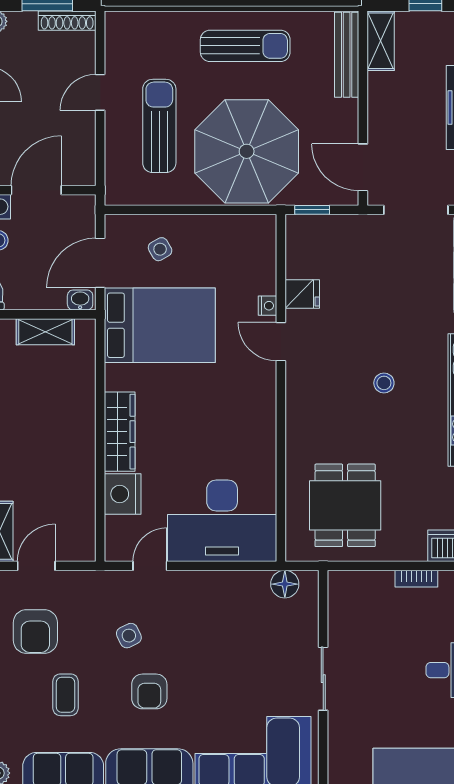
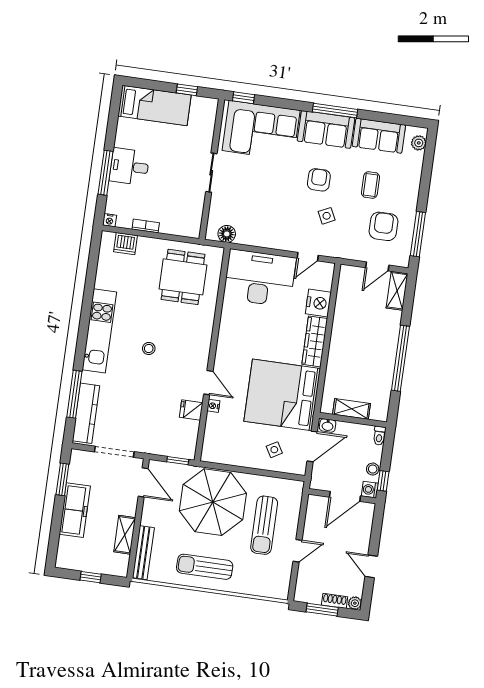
shoe rack: (67, 21) -> (335, 601), moved, width x0.70
shelving: (381, 41) -> (125, 535), moved
bed: (160, 325) -> (282, 395), width x1.36

